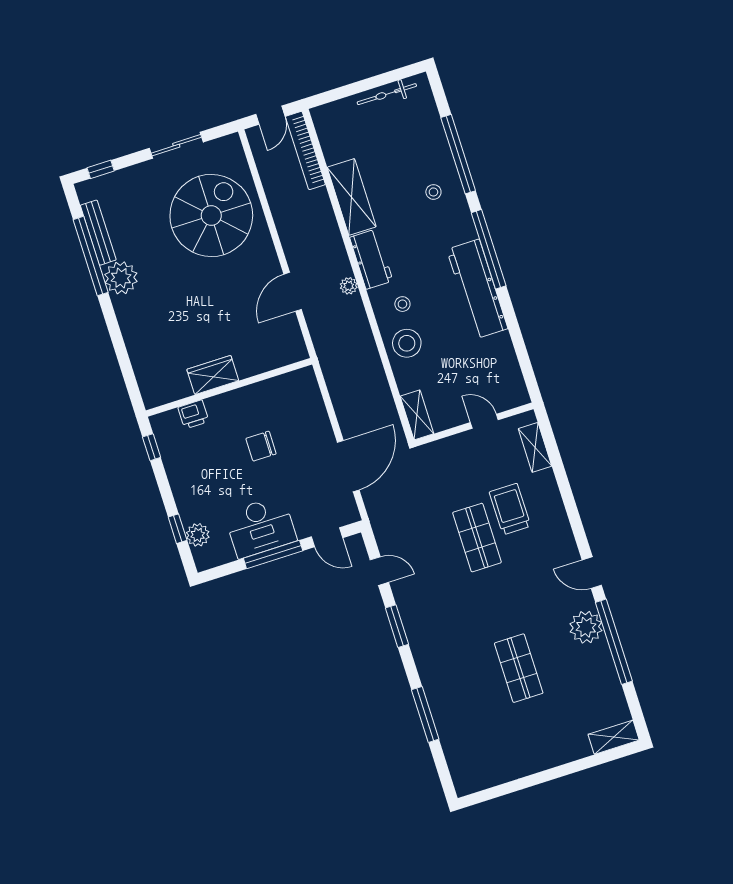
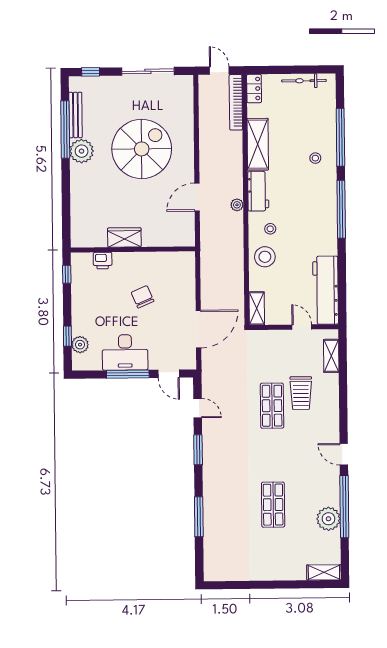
door: (270, 115) -> (219, 71), swing flipped
locker: (324, 125) -> (254, 89), added
sliding door: (176, 145) -> (148, 71), width x1.37
spiral stairs: (211, 215) -> (142, 149), moved
workbench: (477, 289) -> (326, 290), moved
chair: (261, 446) -> (142, 297), turned 67
trolley: (510, 509) -> (301, 393), turned 180
plant: (586, 627) -> (328, 519), moved

